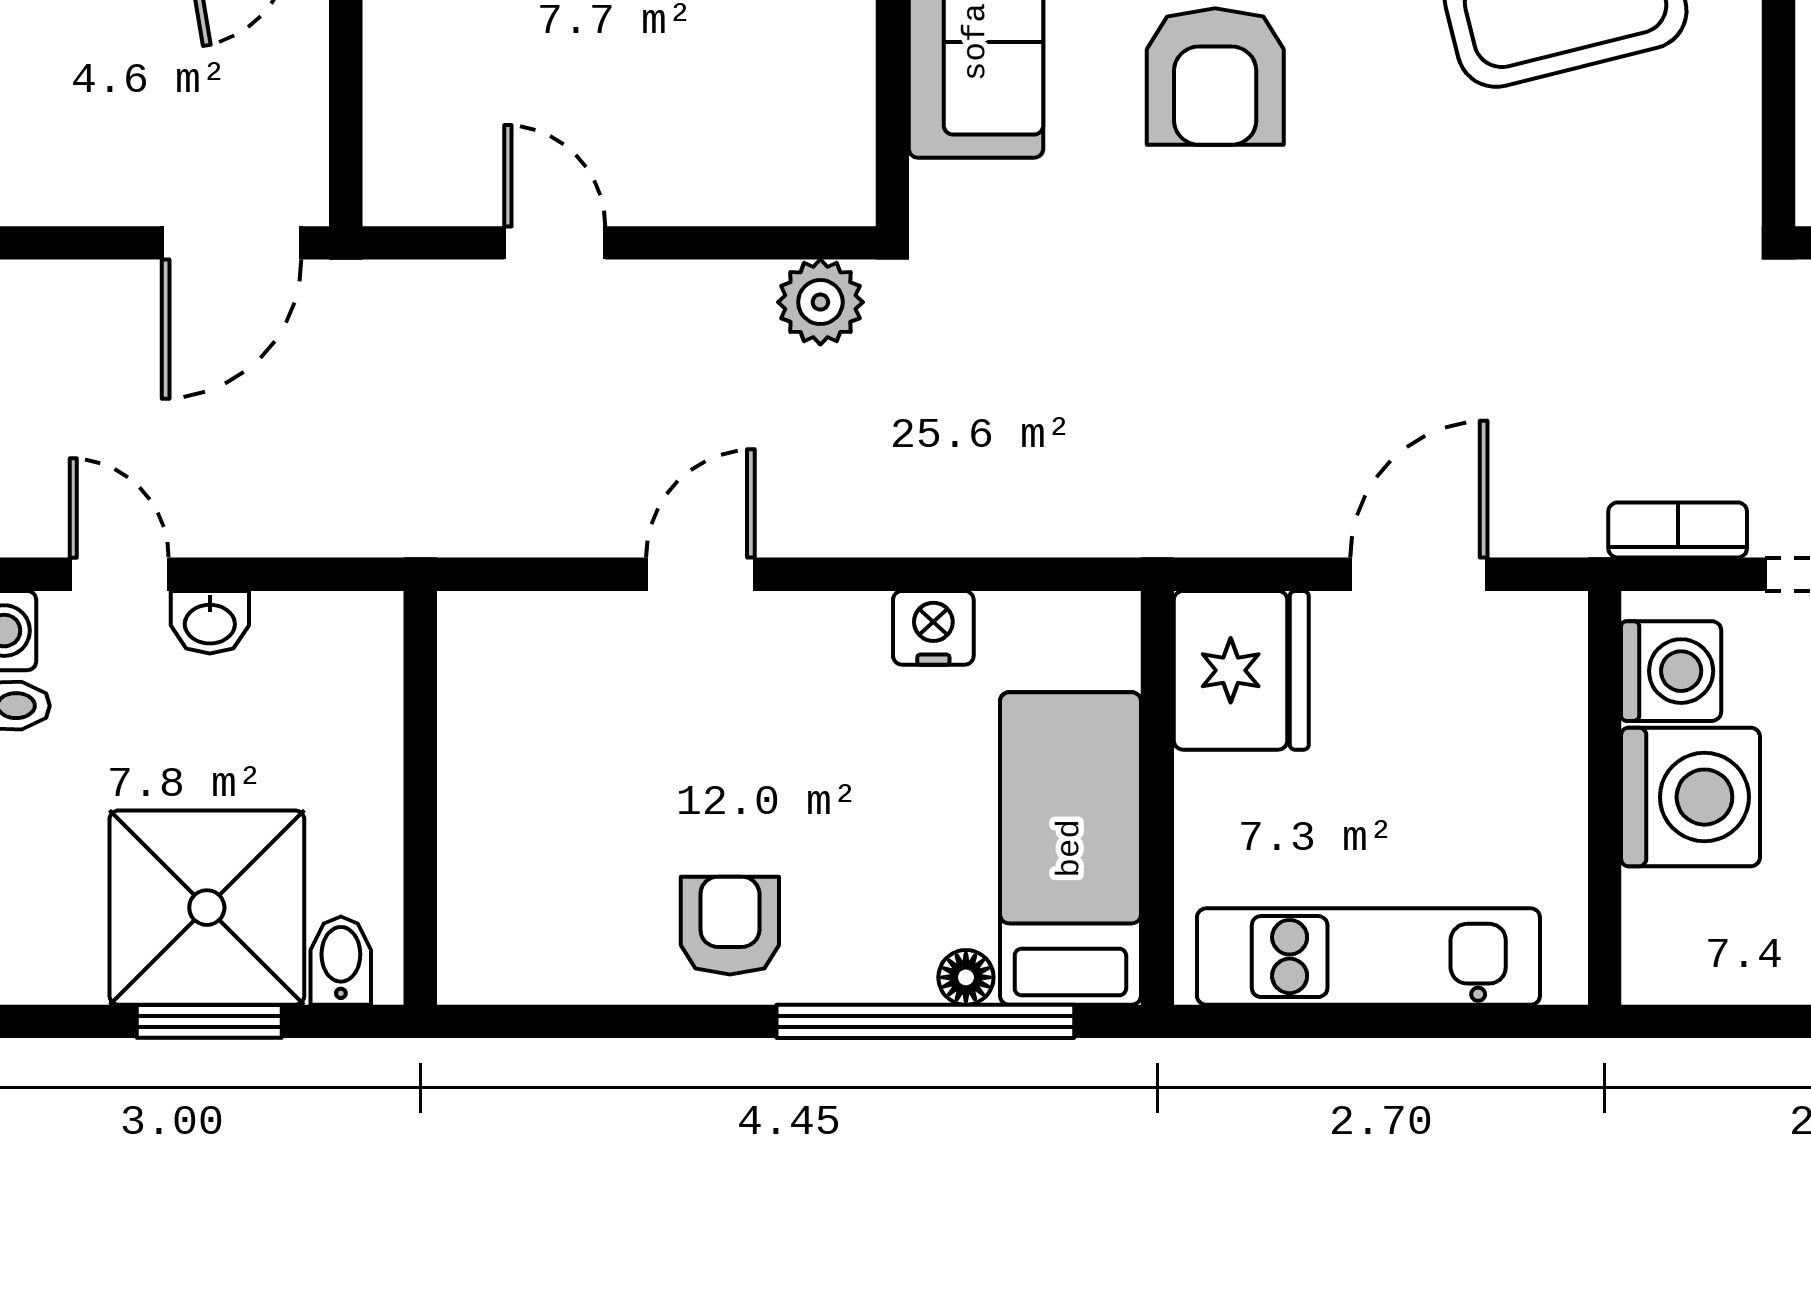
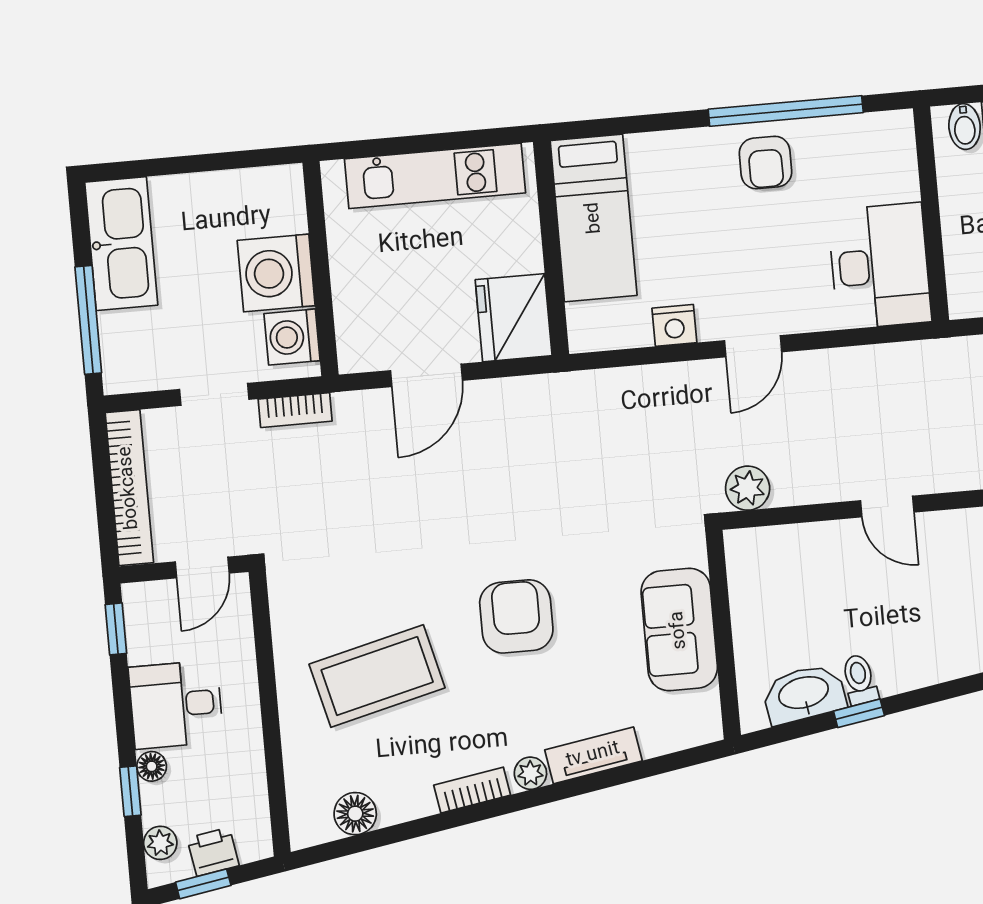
armchair: (1215, 76) -> (516, 616), moved
door: (700, 574) -> (753, 346), moved
desk: (528, 707) -> (880, 266), added
floor lamp: (966, 977) -> (641, 147), removed
window: (925, 1021) -> (786, 111), moved

